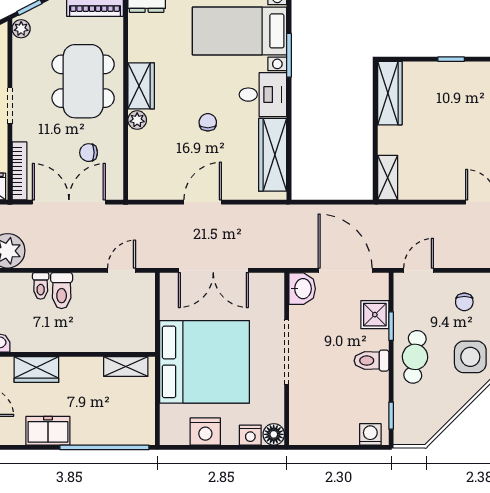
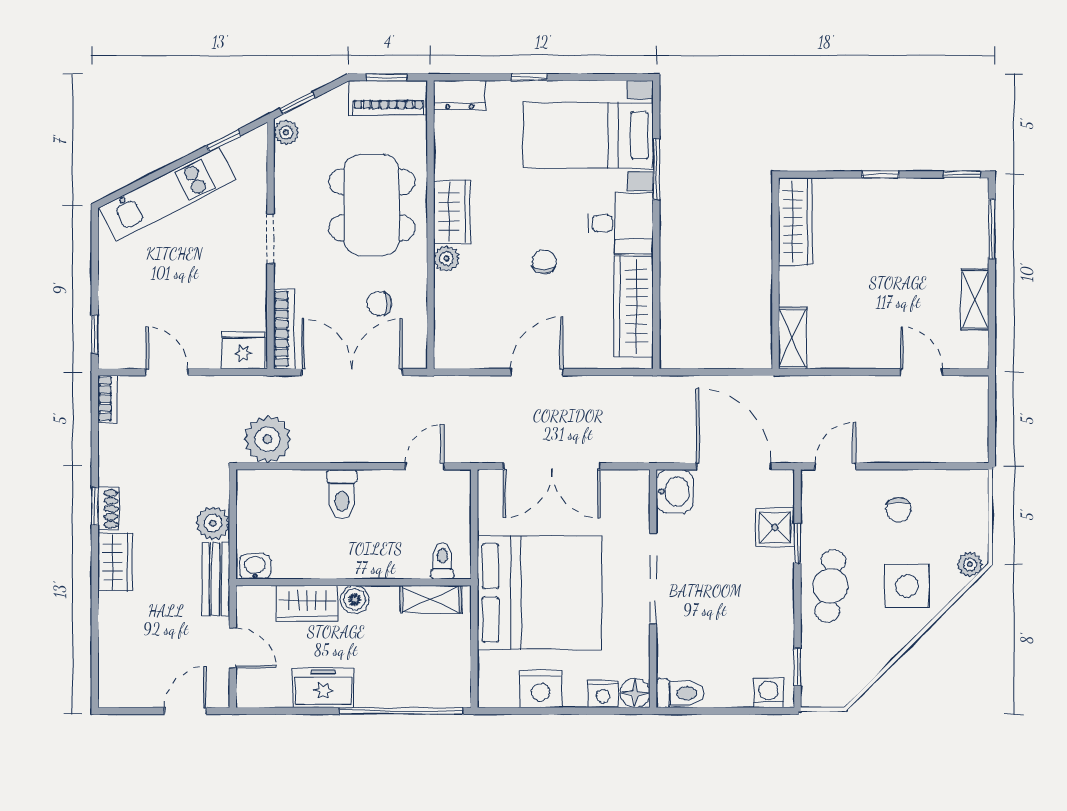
toilet: (41, 286) -> (442, 561), moved, turned 180
toilet: (372, 361) -> (680, 693), moved, turned 180
boiler: (71, 367) -> (355, 599), added

